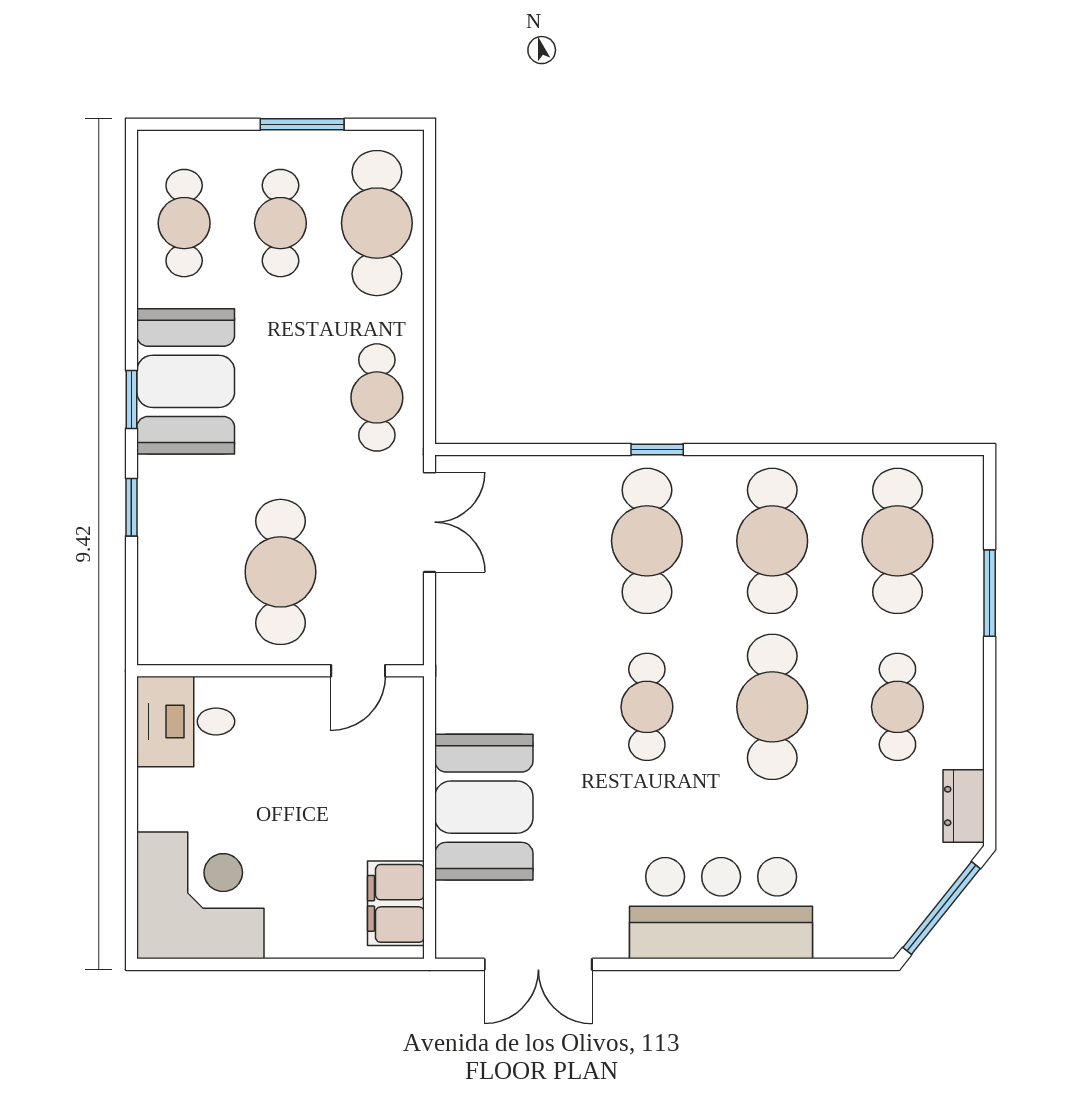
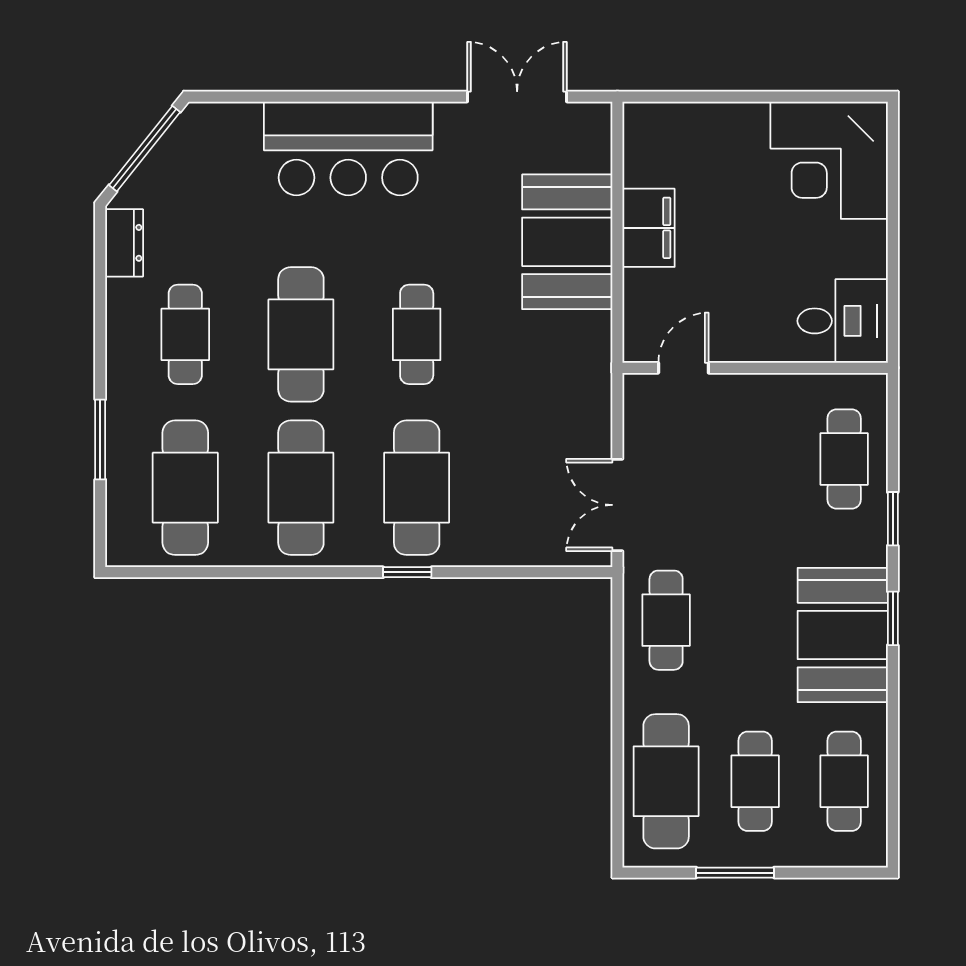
cafe table: (280, 572) -> (844, 459), moved, width x0.73, depth x0.74
filing cabinet: (396, 903) -> (649, 228), moved

